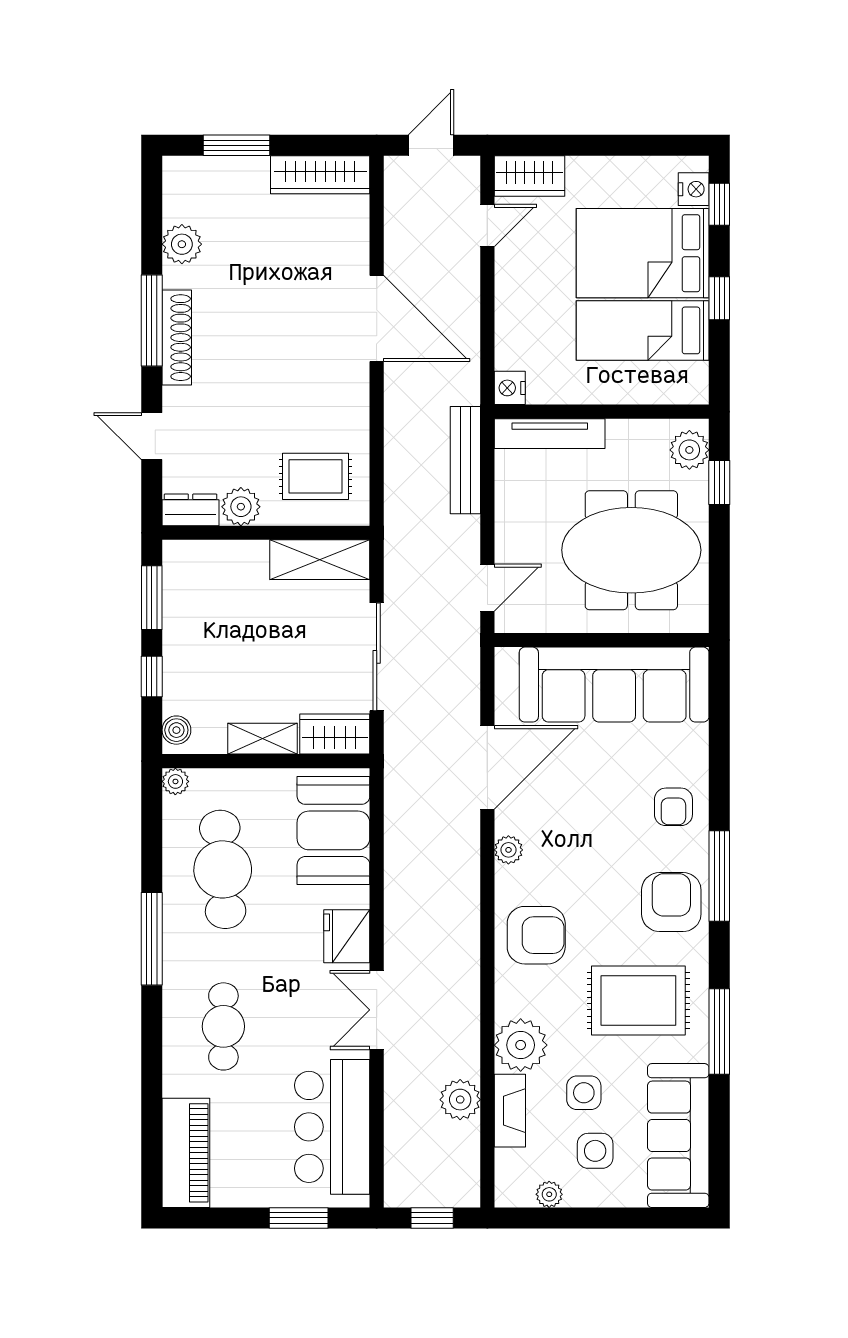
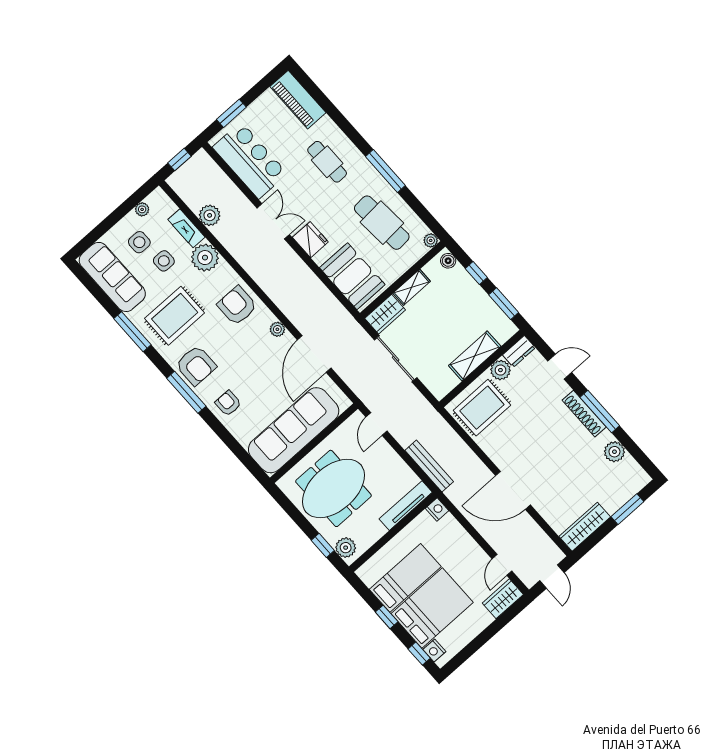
rug: (315, 476) -> (482, 408), width x1.36, depth x1.43
shelving: (320, 560) -> (475, 356), moved
armchair: (536, 935) -> (237, 306), turned 90

